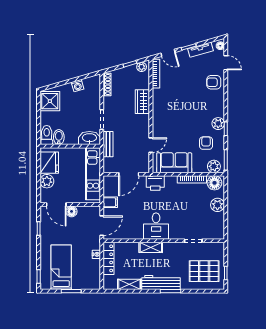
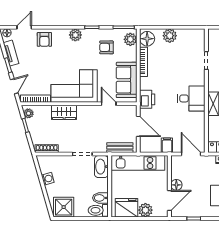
corner sofa: (168, 111) -> (74, 86), added
plant: (218, 124) -> (75, 35), moved
bench: (108, 144) -> (120, 148), moved

